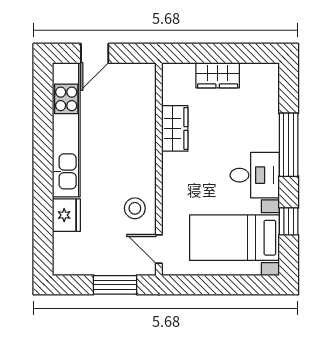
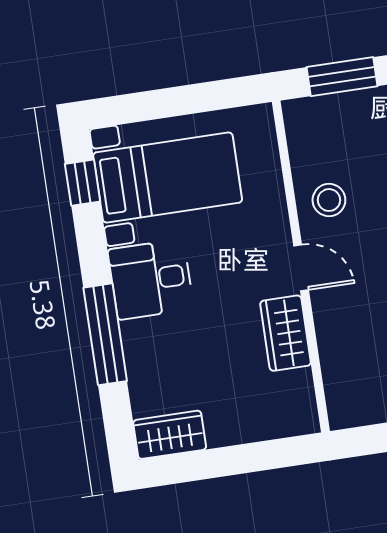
wardrobe: (218, 75) -> (170, 435), moved
window: (289, 221) -> (83, 183), moved
door: (159, 249) -> (301, 268), moved

